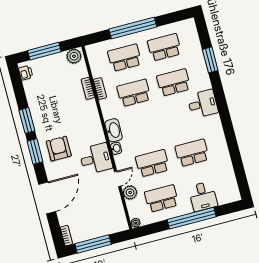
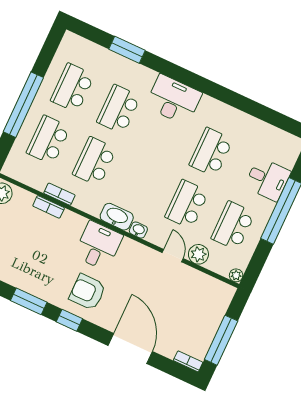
desk: (203, 104) -> (174, 100), width x1.37
window: (35, 151) -> (69, 320), width x0.67
desk: (96, 159) -> (98, 246), moved

